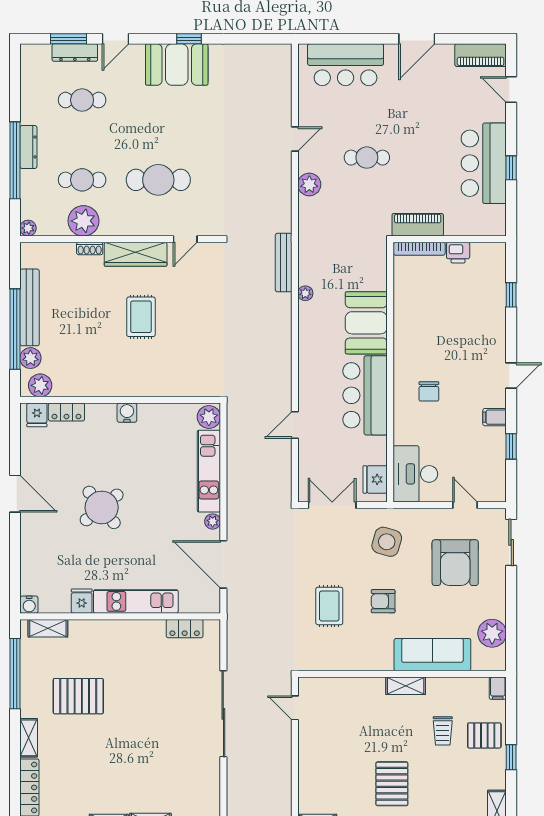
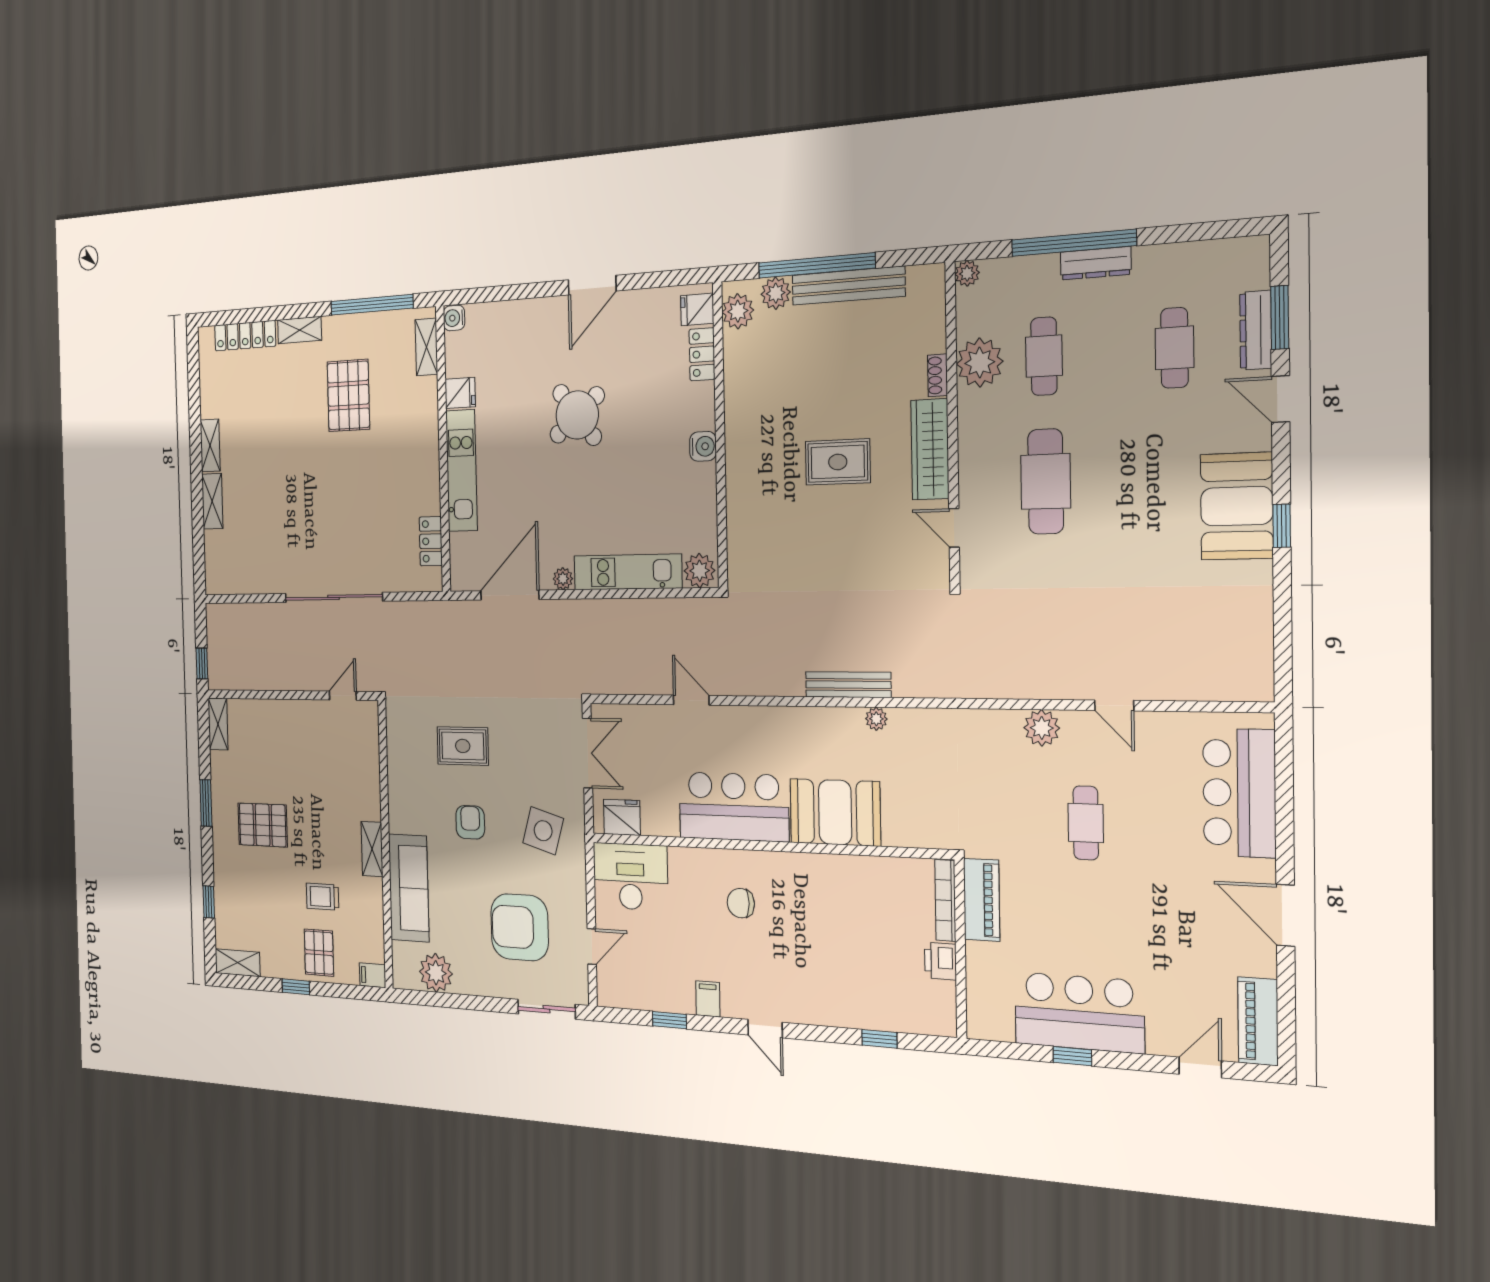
bench: (284, 263) -> (848, 685), moved

